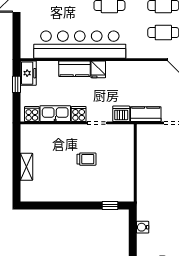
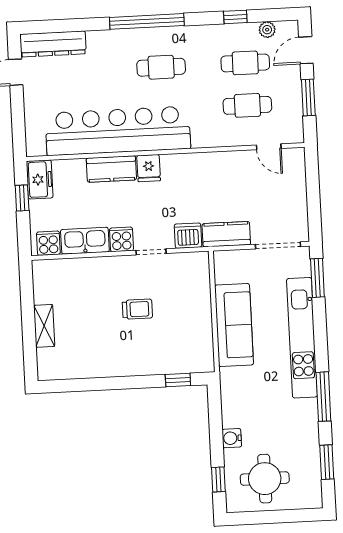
sofa: (148, 172) -> (234, 325), added
water cooler: (143, 227) -> (232, 438), moved

